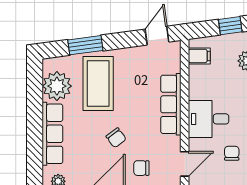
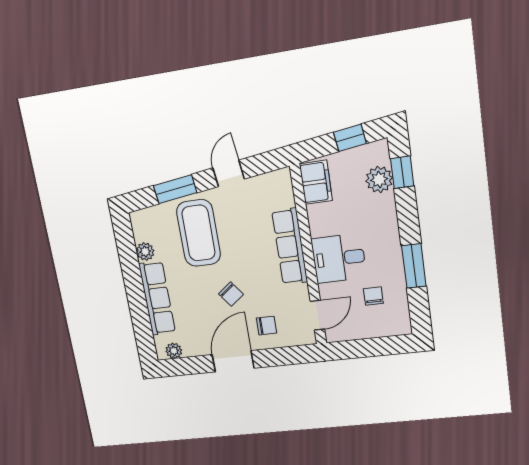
door: (157, 36) -> (229, 173), moved
filing cabinet: (199, 56) -> (316, 182), width x2.00
plant: (57, 86) -> (145, 252), width x0.53, depth x0.53
chair: (141, 168) -> (267, 326), turned 180

